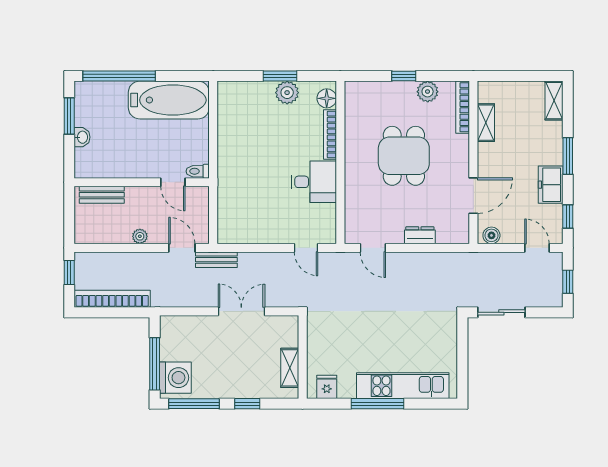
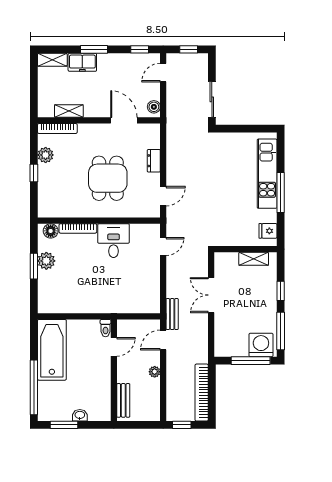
dining table: (404, 156) -> (108, 178), moved, turned 90
freezer: (551, 185) -> (82, 62), moved

